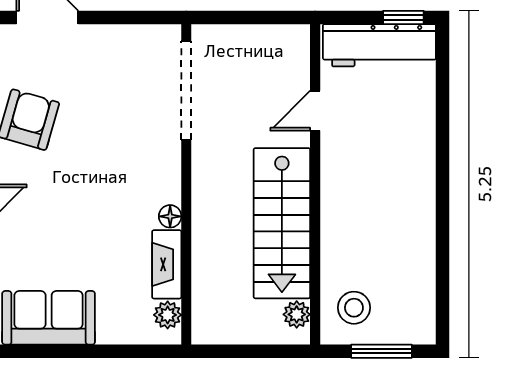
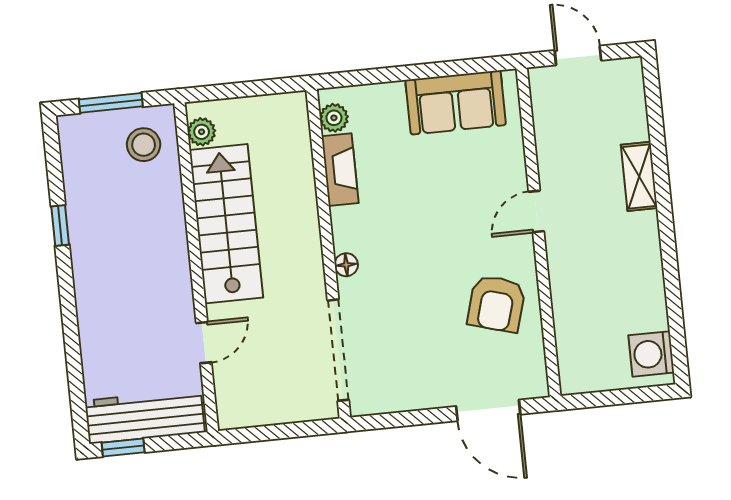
floor lamp: (170, 216) -> (346, 265), moved
window: (442, 238) -> (60, 225), added

